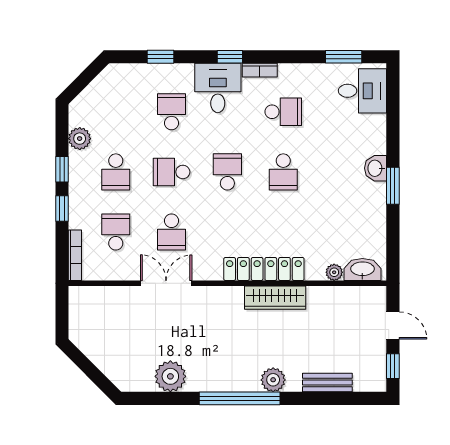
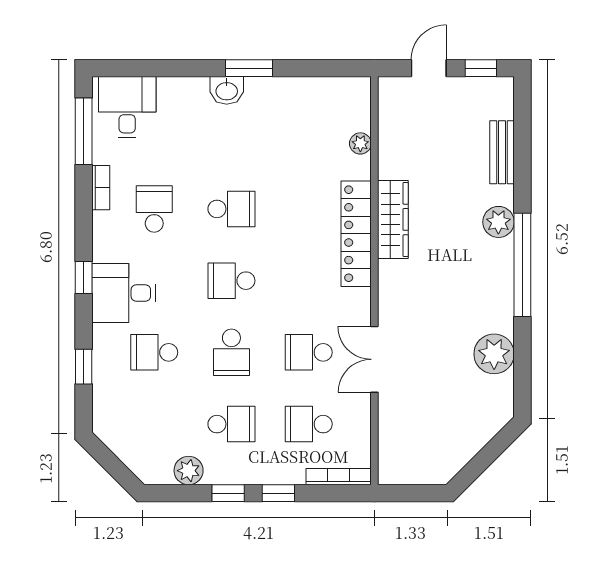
window: (344, 57) -> (84, 131), width x1.44
bookcase: (260, 70) -> (101, 188), moved
school desk: (172, 232) -> (309, 352), turned 180
washbasin: (362, 269) -> (357, 107), removed

